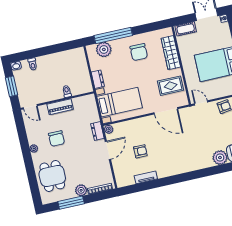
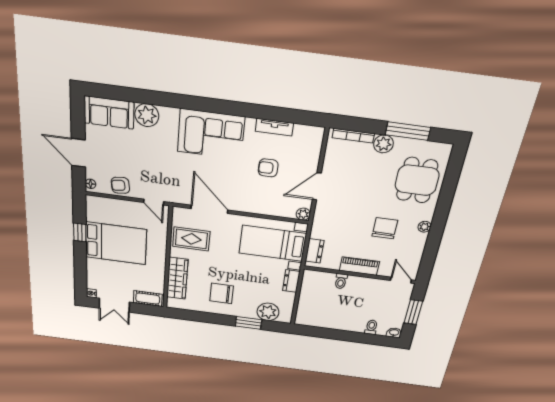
window: (113, 35) -> (249, 323), width x0.47
chair: (139, 52) -> (222, 293), turned -90
dresser: (97, 131) -> (315, 251), moved
corner sofa: (180, 160) -> (211, 134), added

